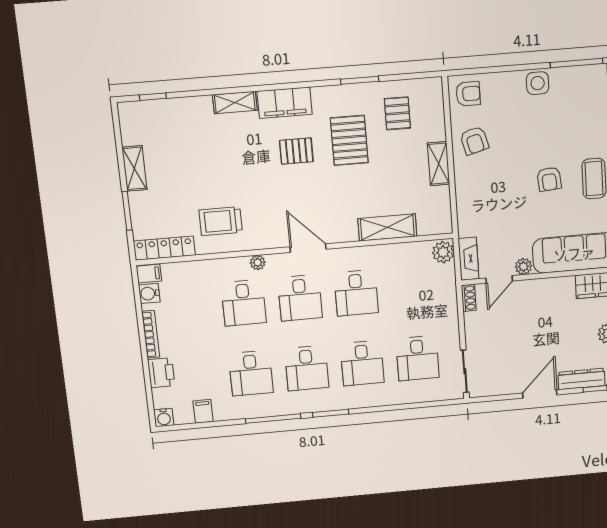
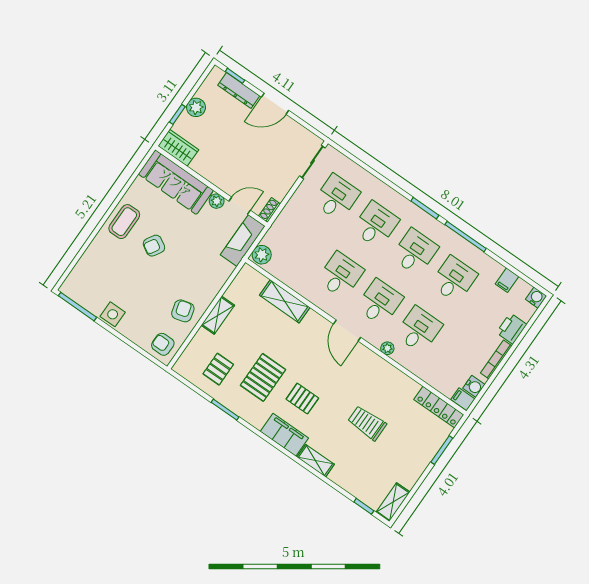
shelving: (134, 168) -> (393, 502), moved
armchair: (549, 179) -> (154, 246), turned -144
trolley: (221, 221) -> (367, 423), moved, turned 180
fireplace: (469, 259) -> (243, 241), width x1.37, depth x1.32

